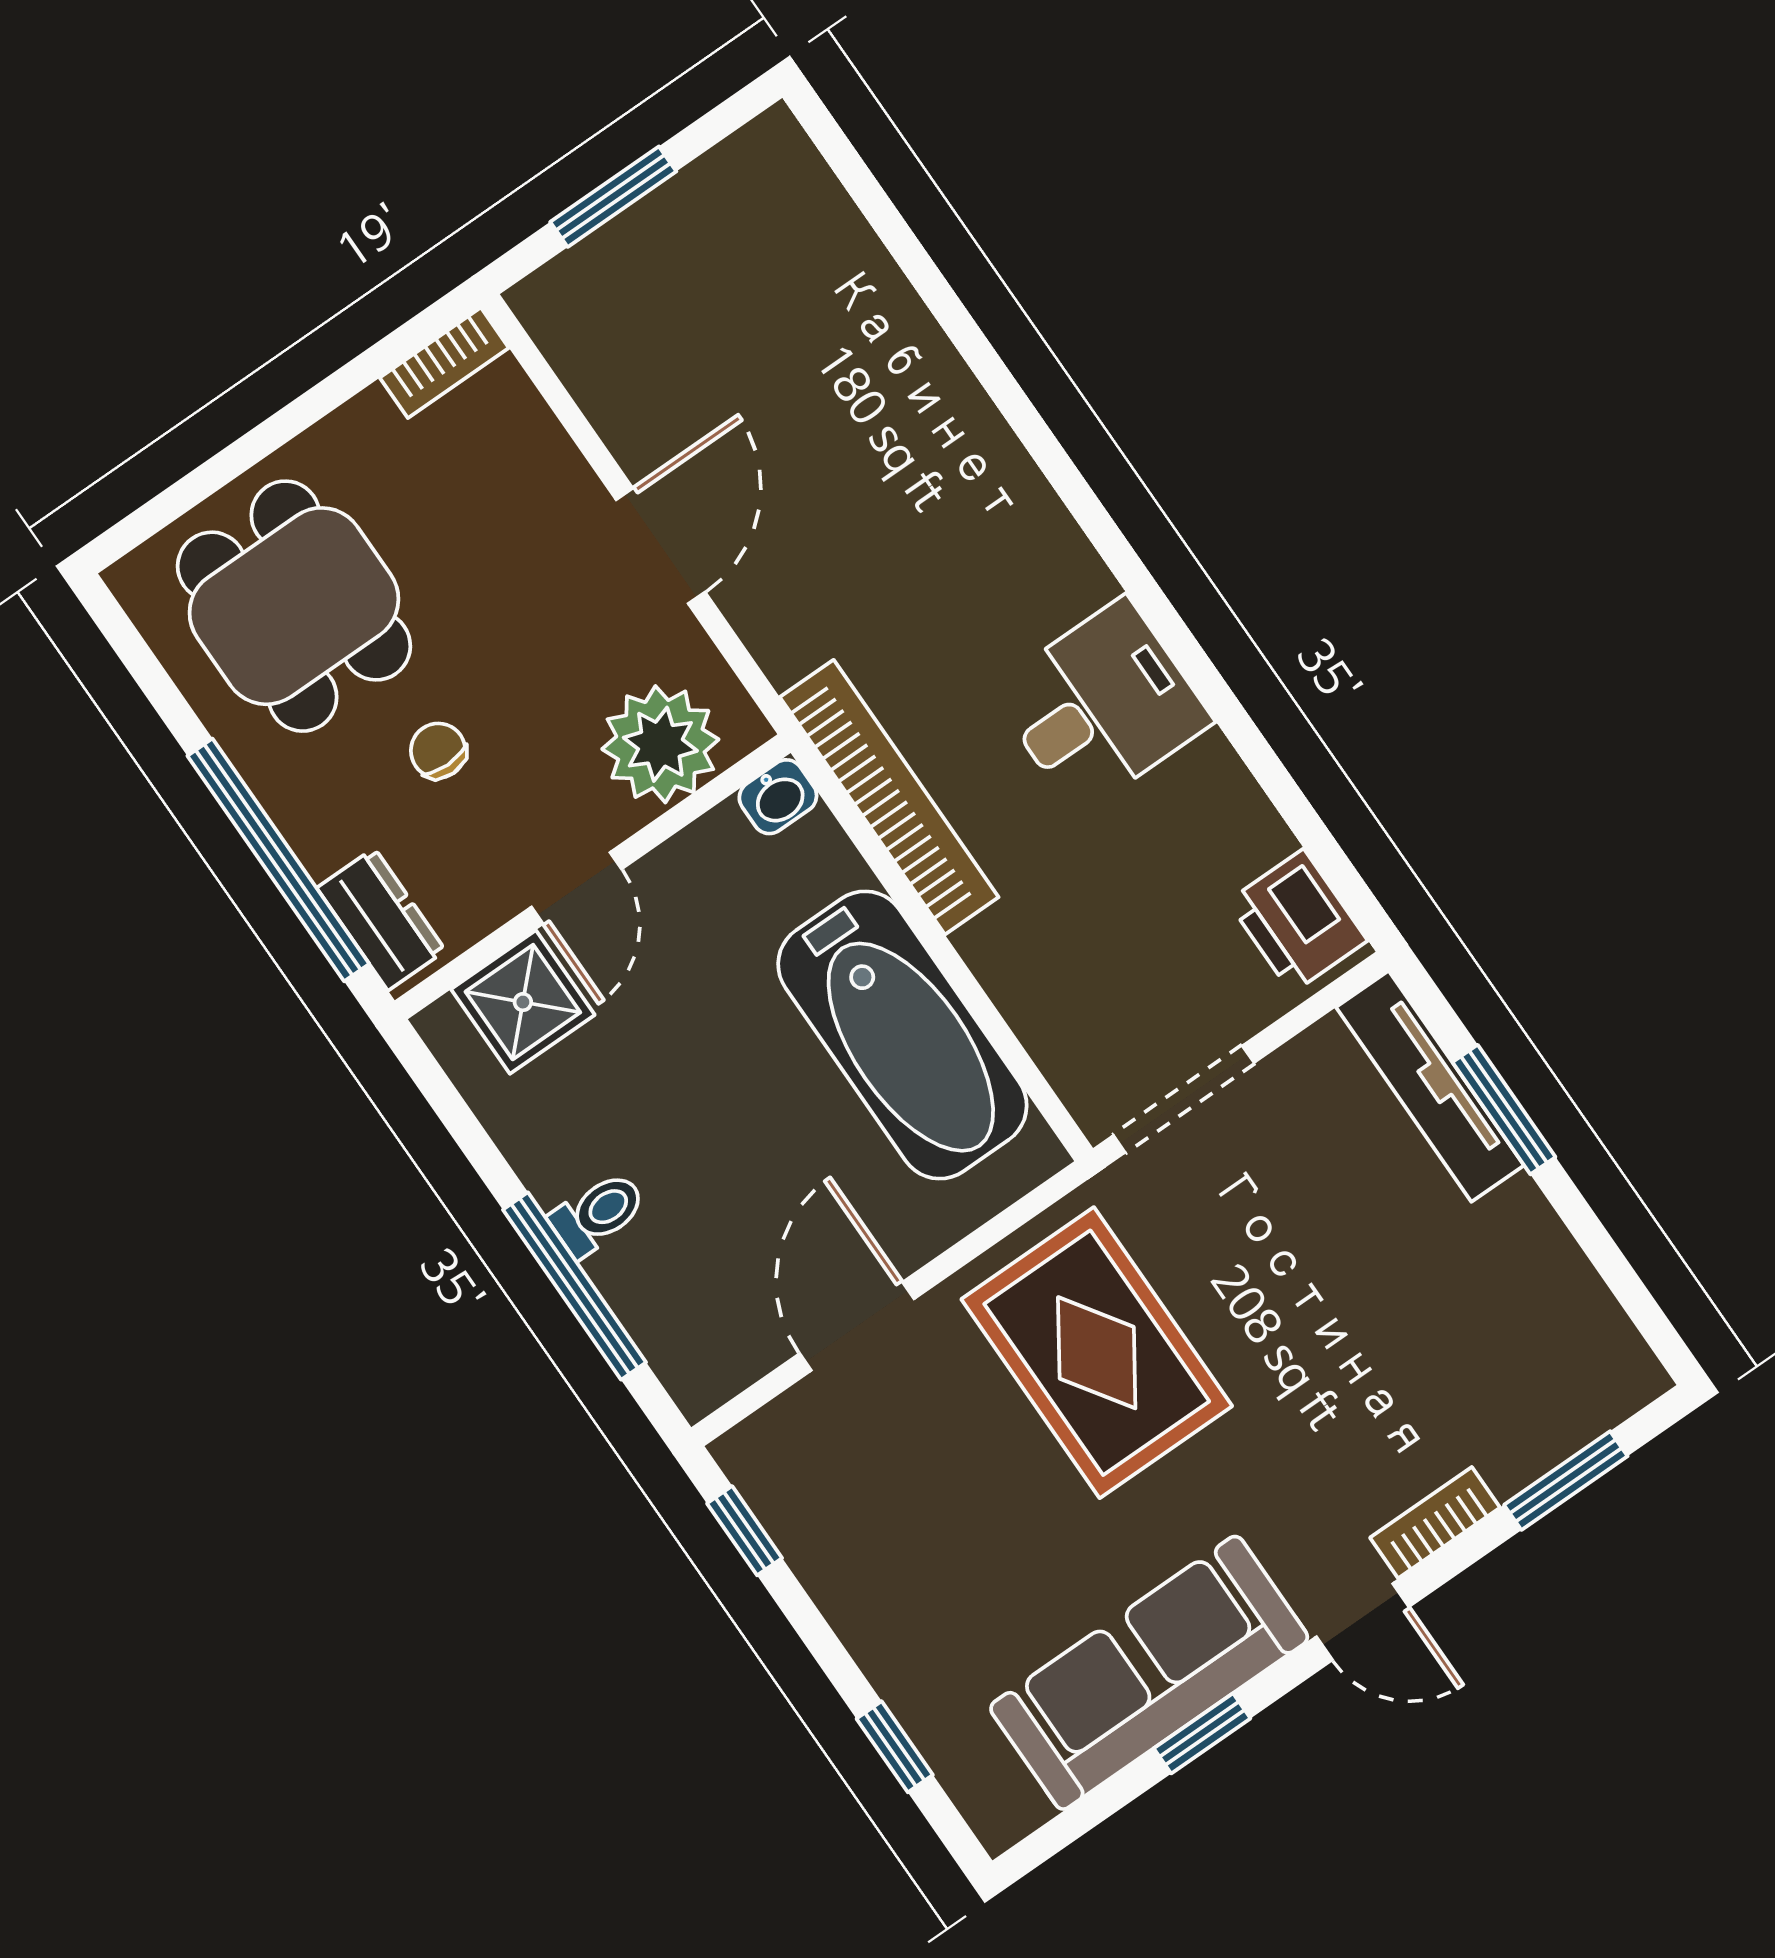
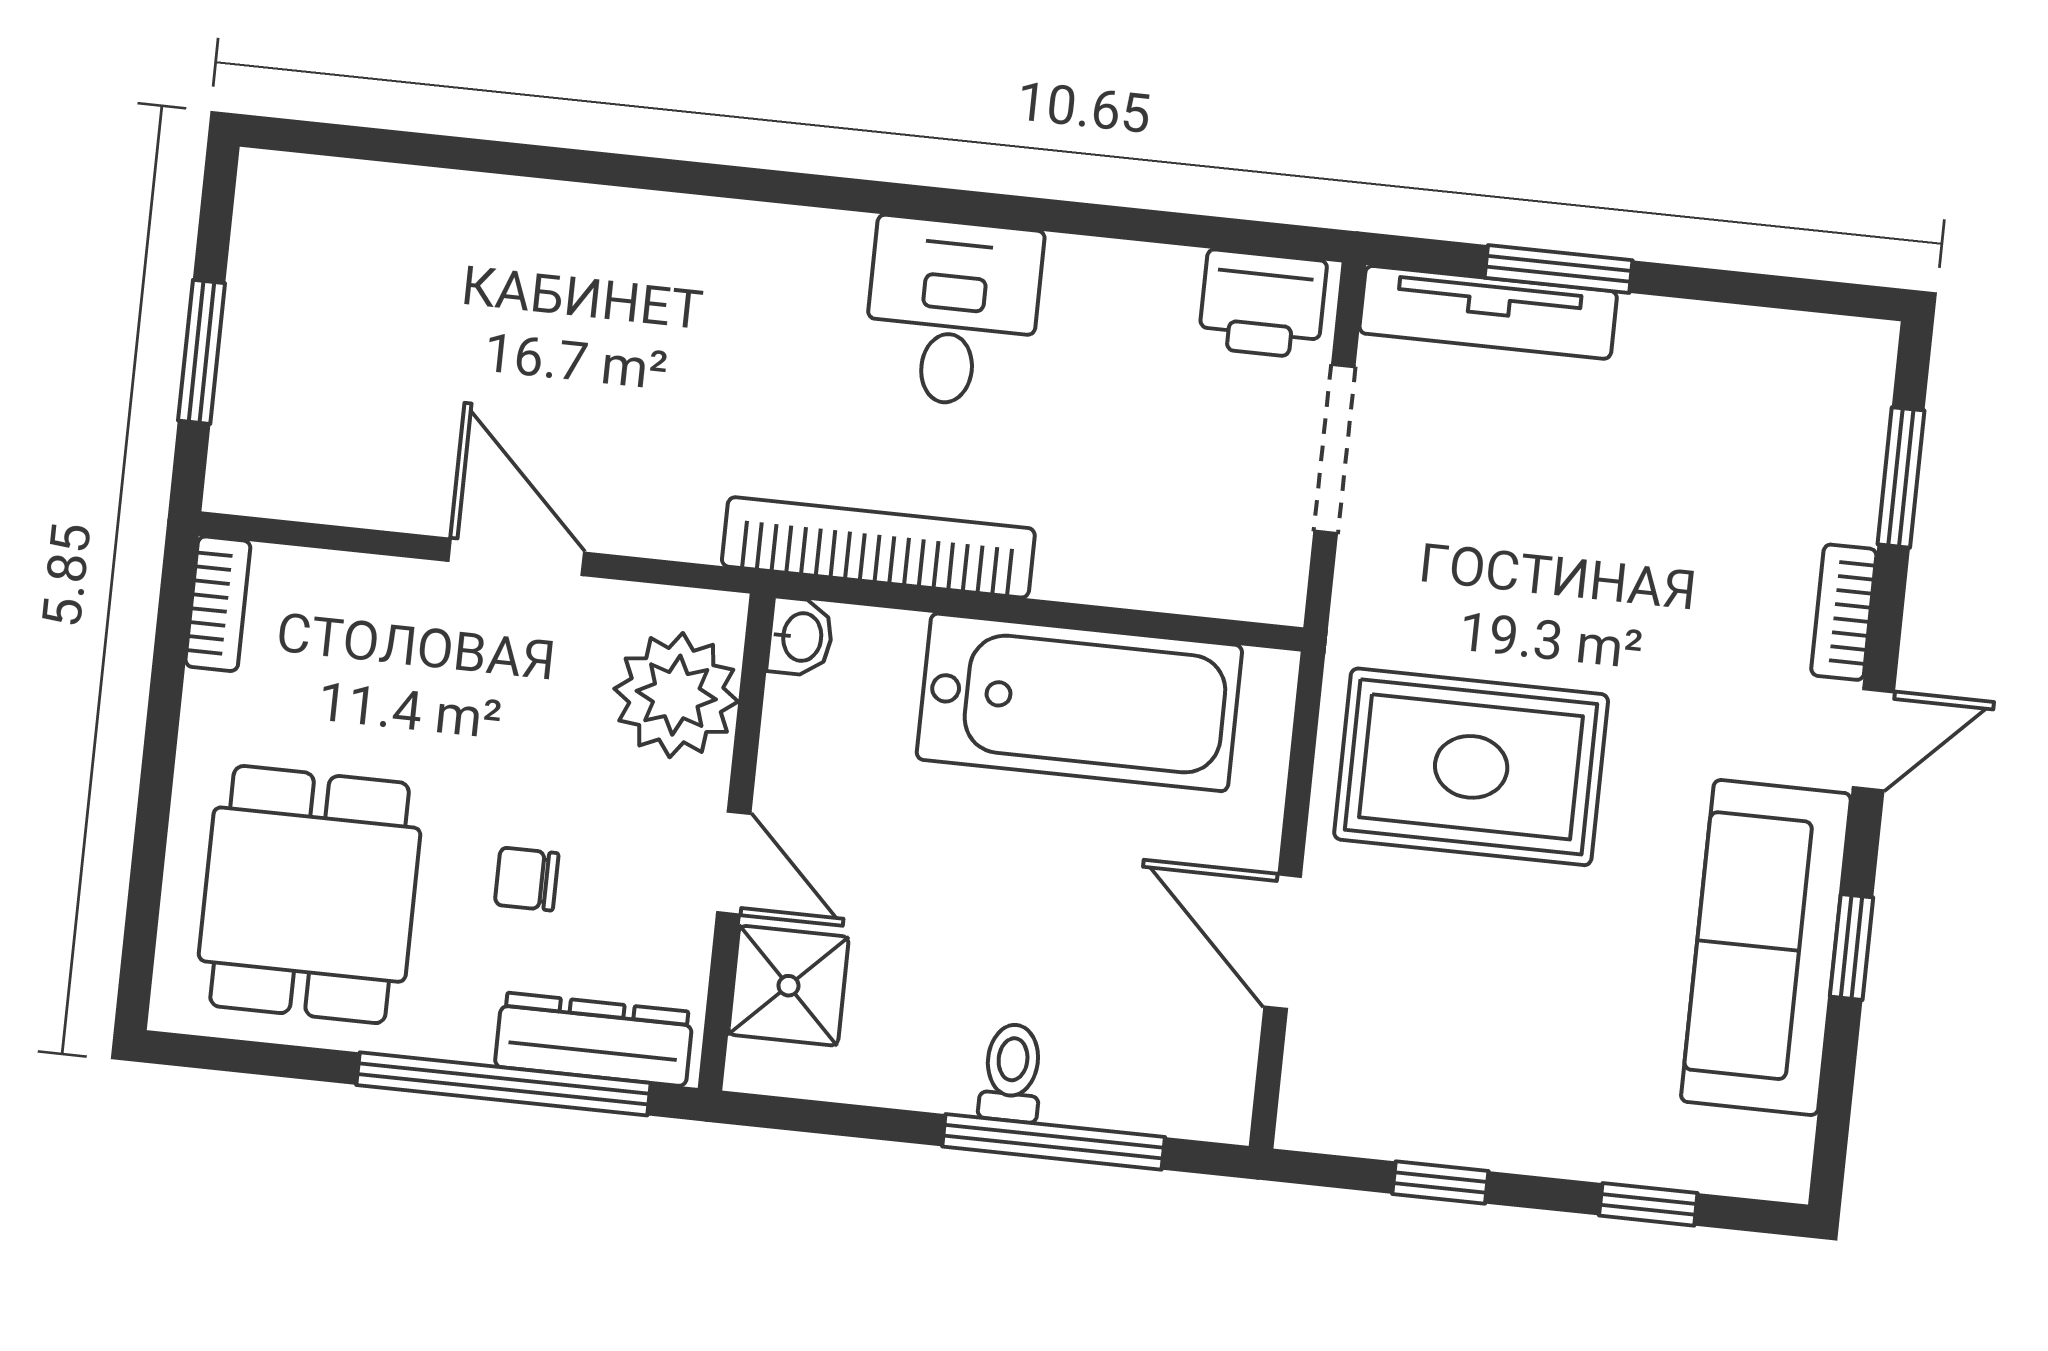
dining table: (294, 606) -> (310, 895), turned 90
dresser: (381, 919) -> (594, 1039), width x1.44
doorway: (1184, 1099) -> (1334, 449), moved
window: (745, 1531) -> (1440, 1182), moved

